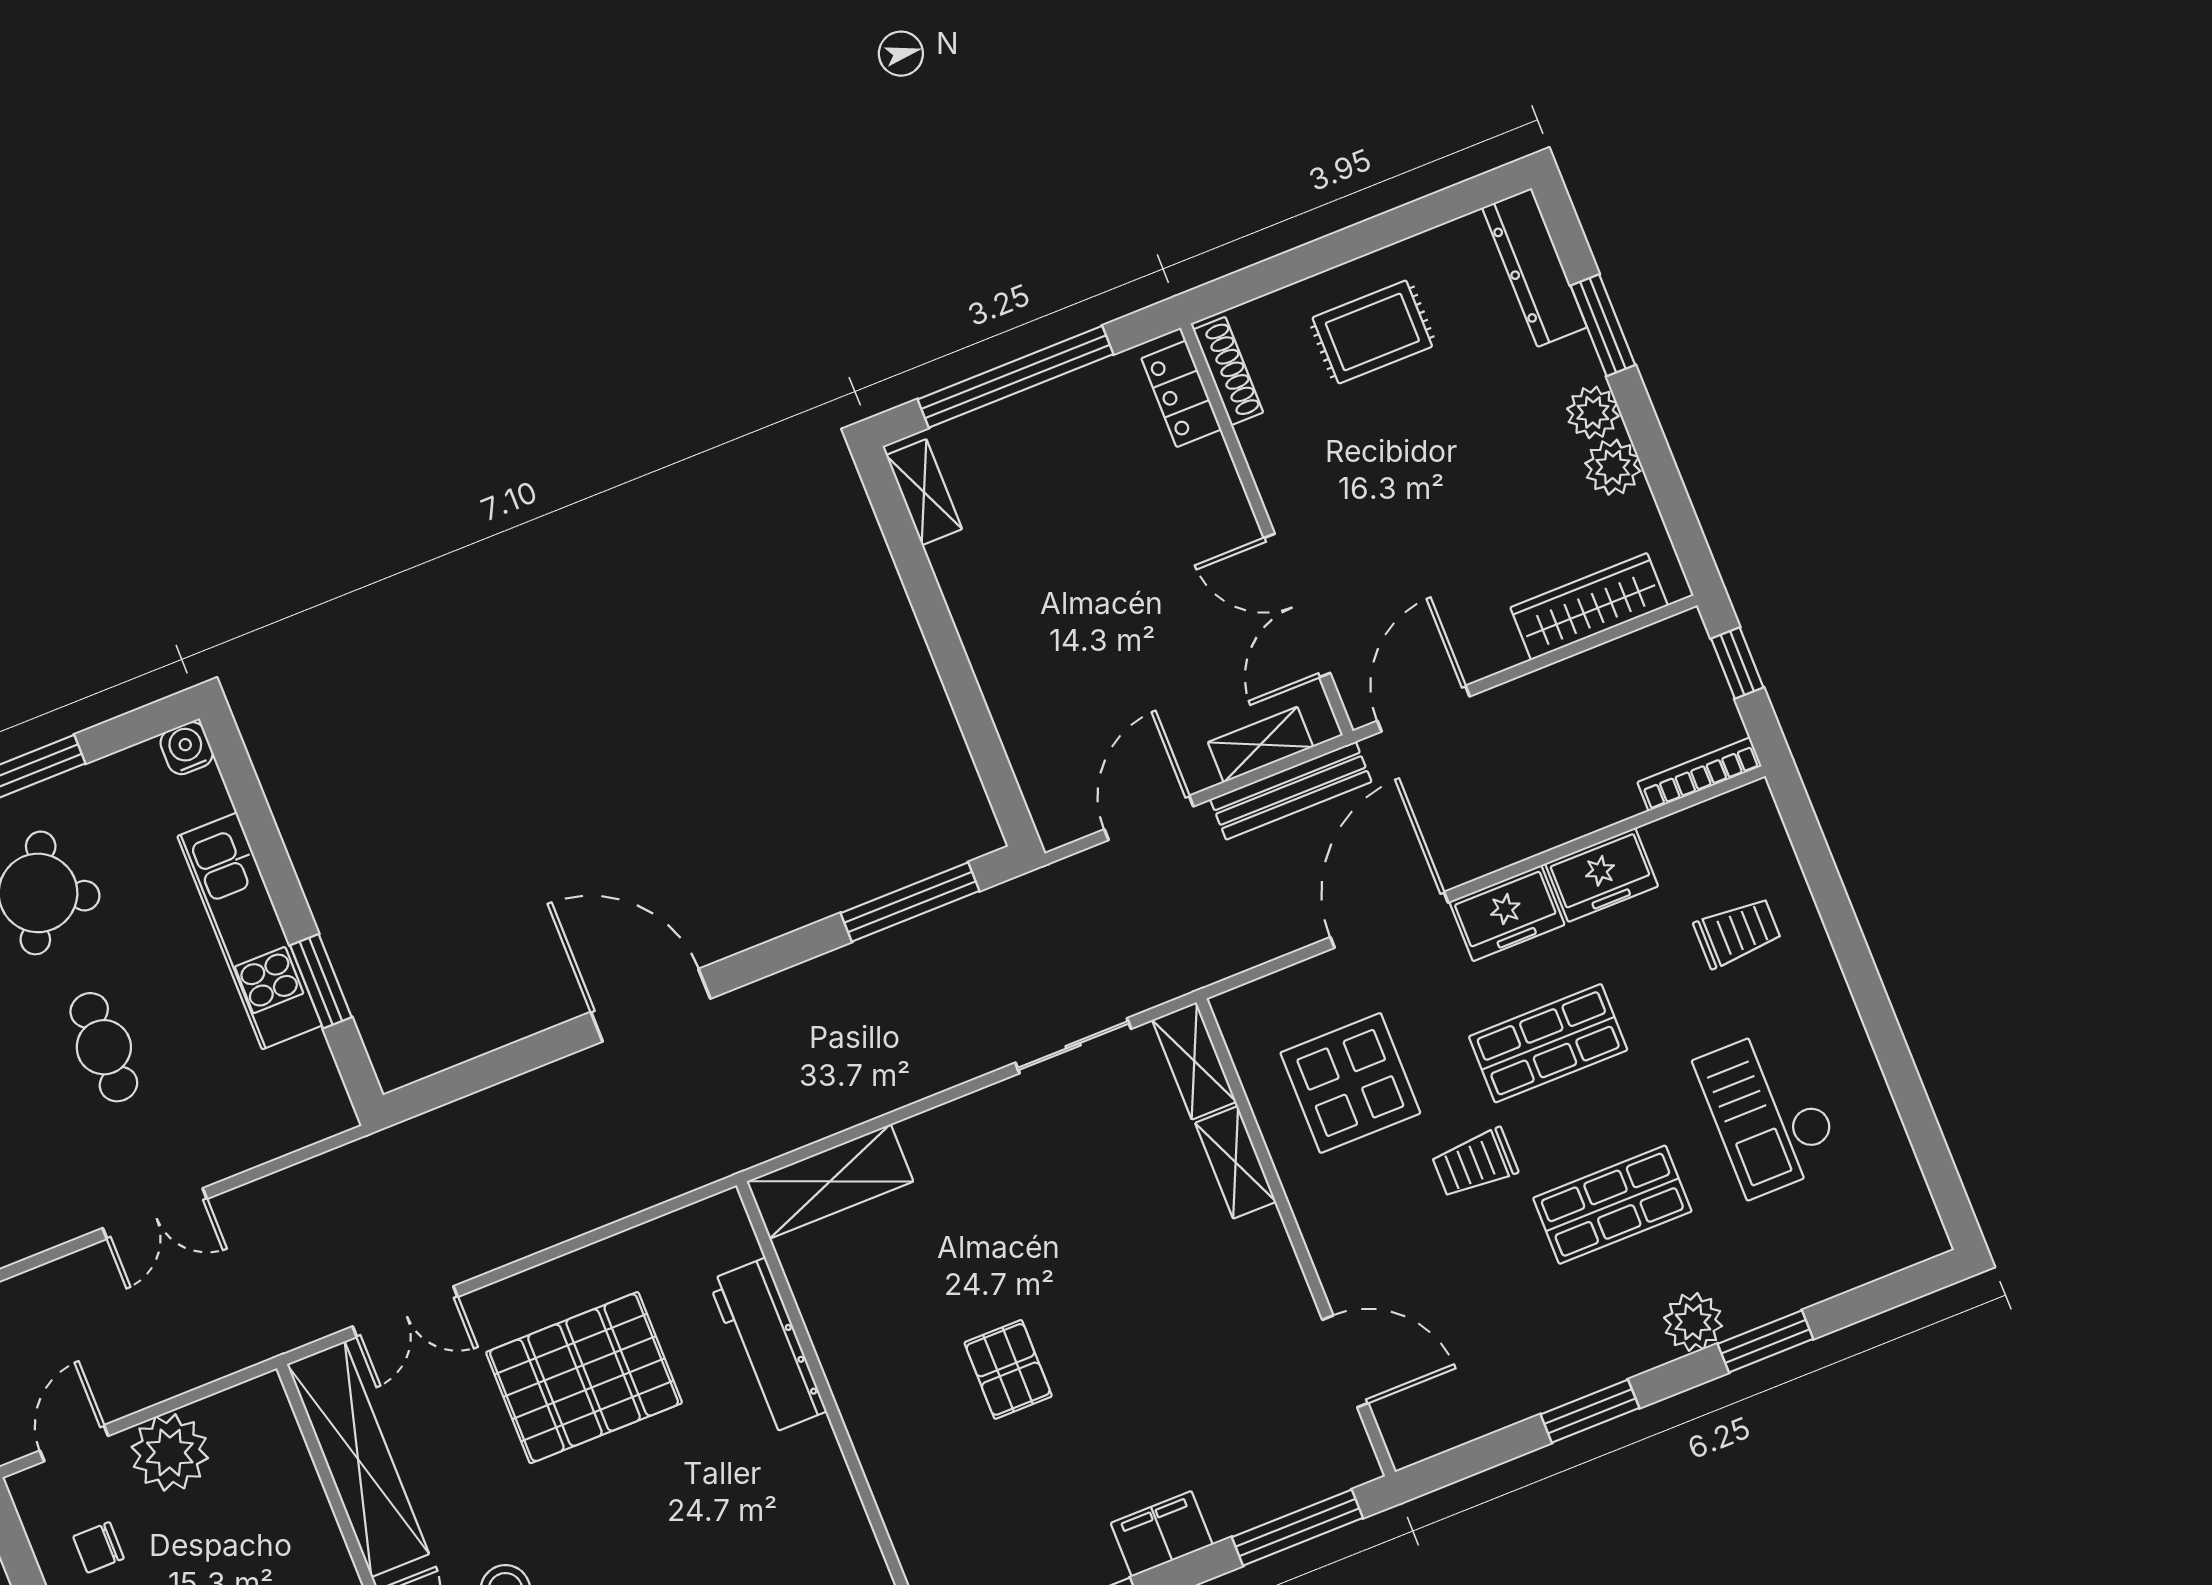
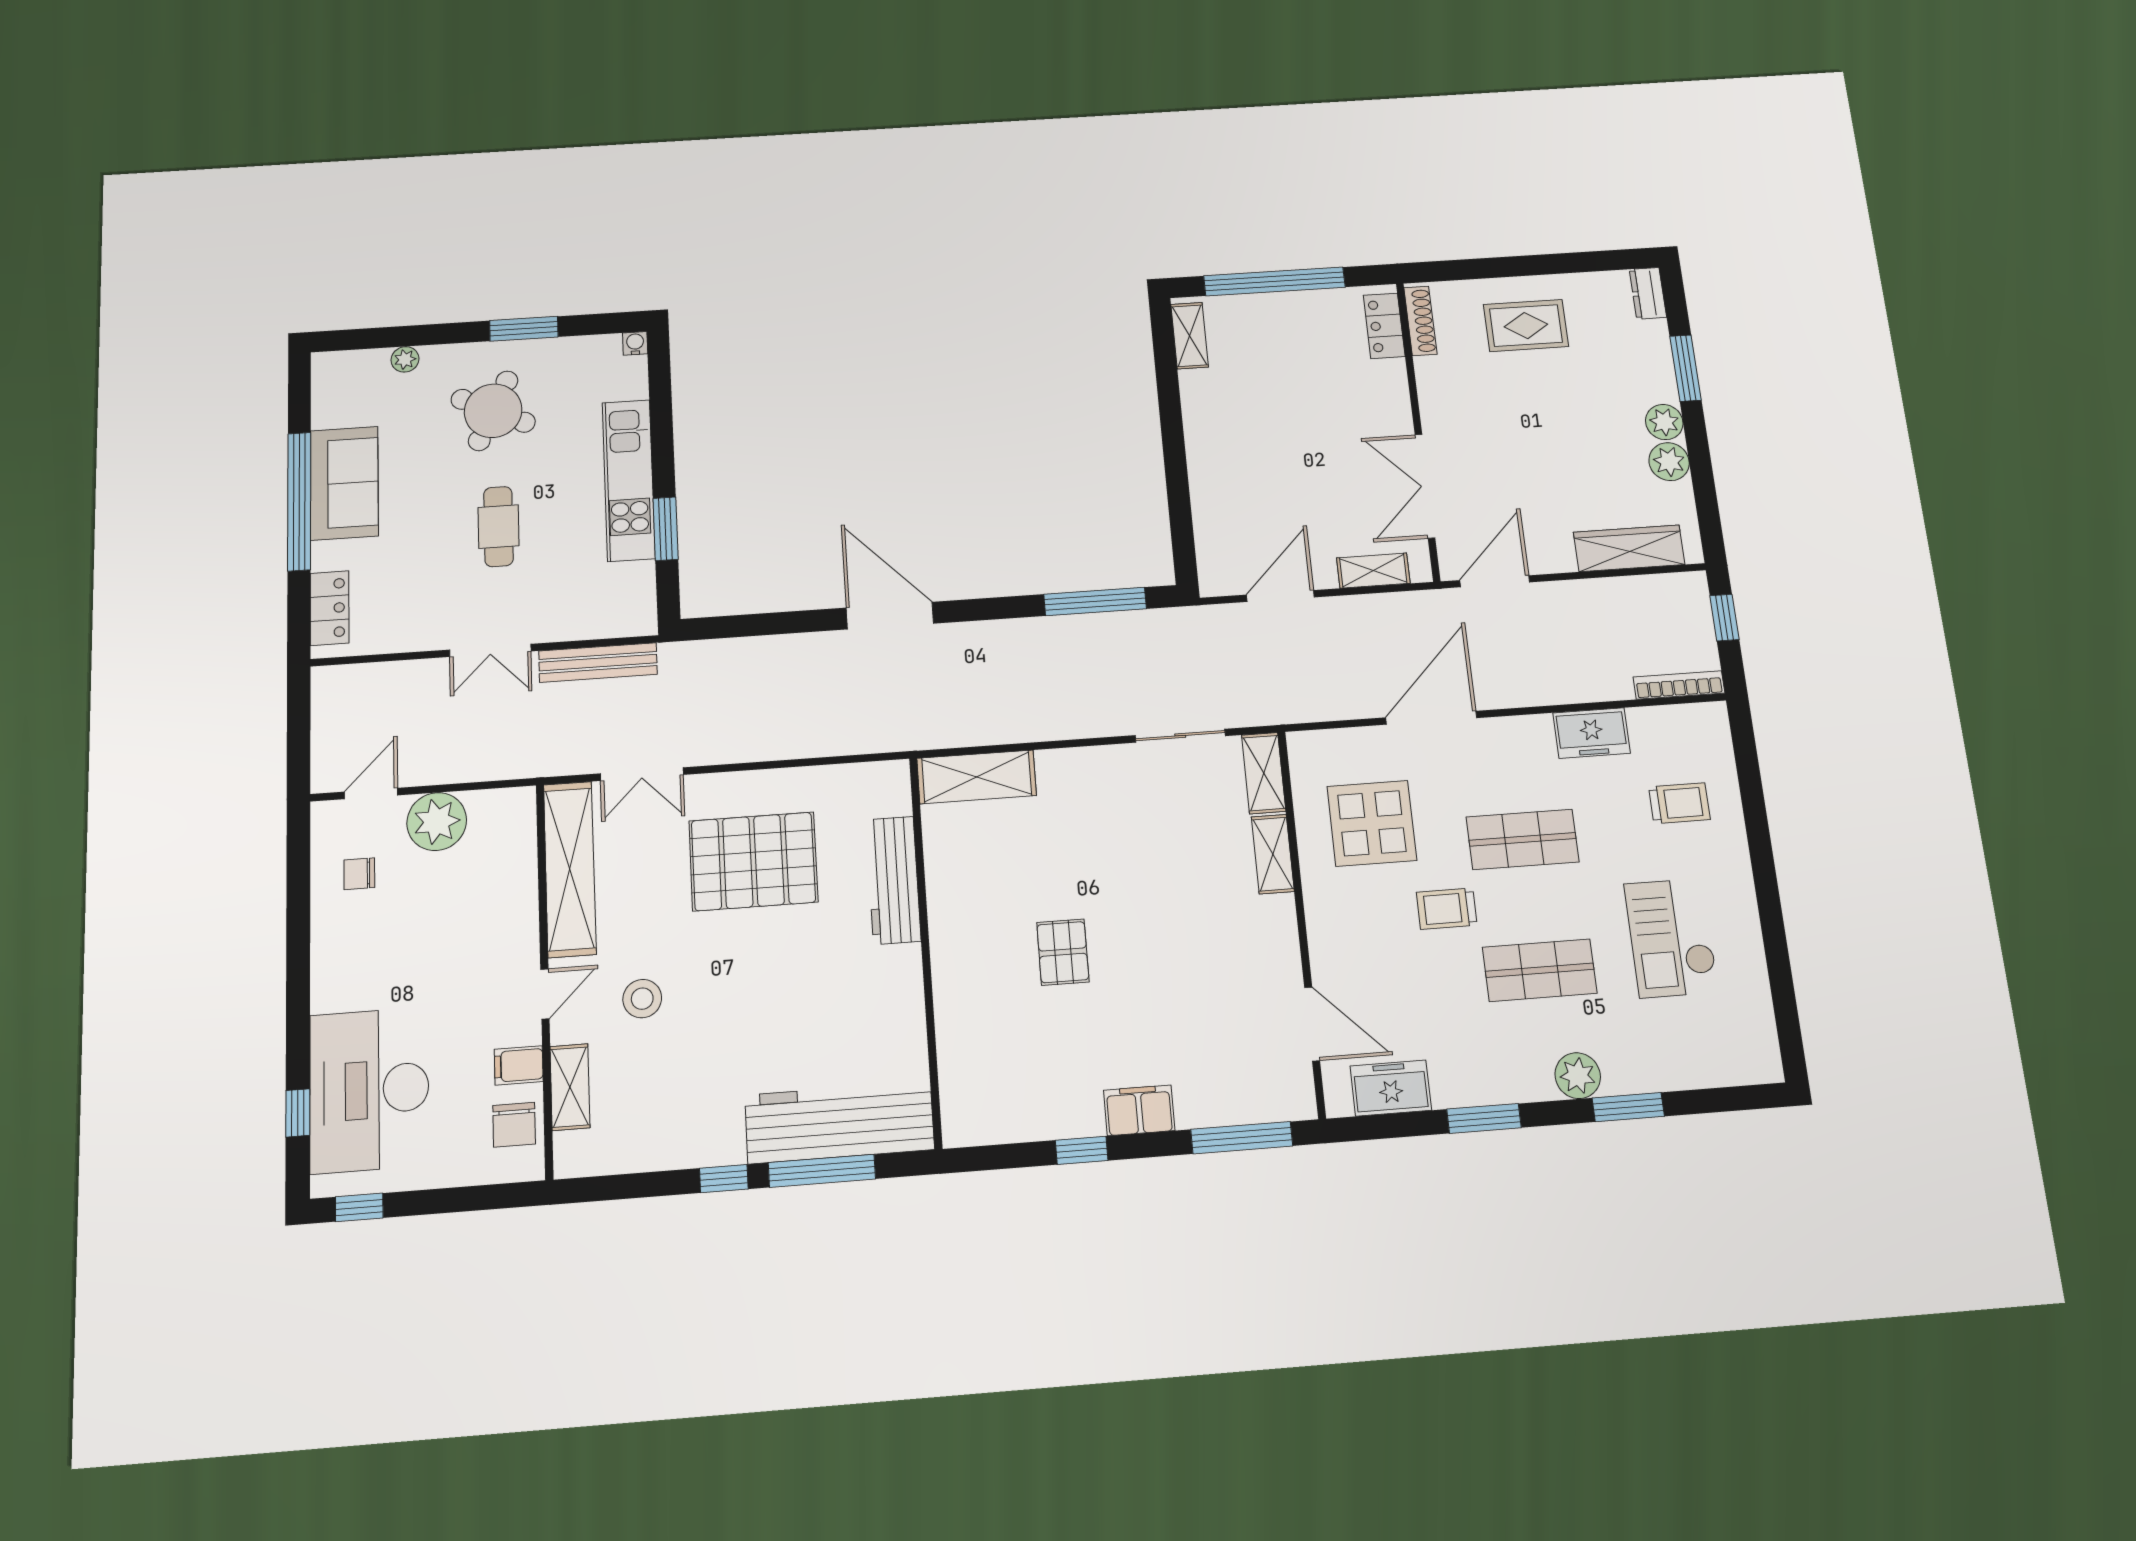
dresser: (1535, 267) -> (1648, 293), width x0.51, depth x0.80
water cooler: (187, 748) -> (635, 343), width x0.72, depth x0.72
bench: (1291, 791) -> (598, 663), moved
freezer: (1507, 913) -> (1391, 1088), moved, turned 180

